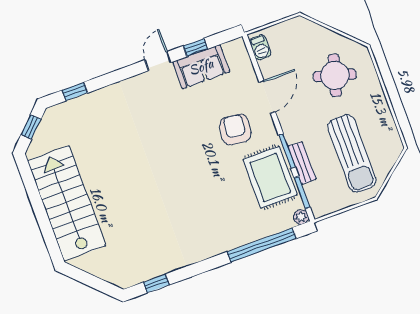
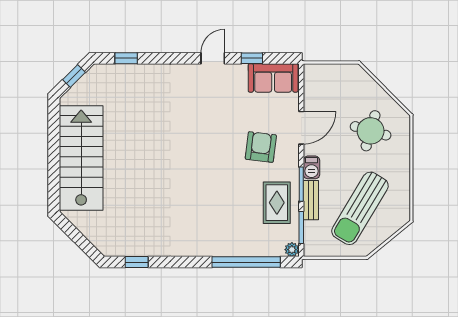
barbecue: (260, 47) -> (312, 167), moved
sofa: (201, 67) -> (273, 78), moved
sun lounger: (352, 154) -> (360, 208), turned 31
rug: (270, 177) -> (277, 203), width x0.73, depth x0.70

